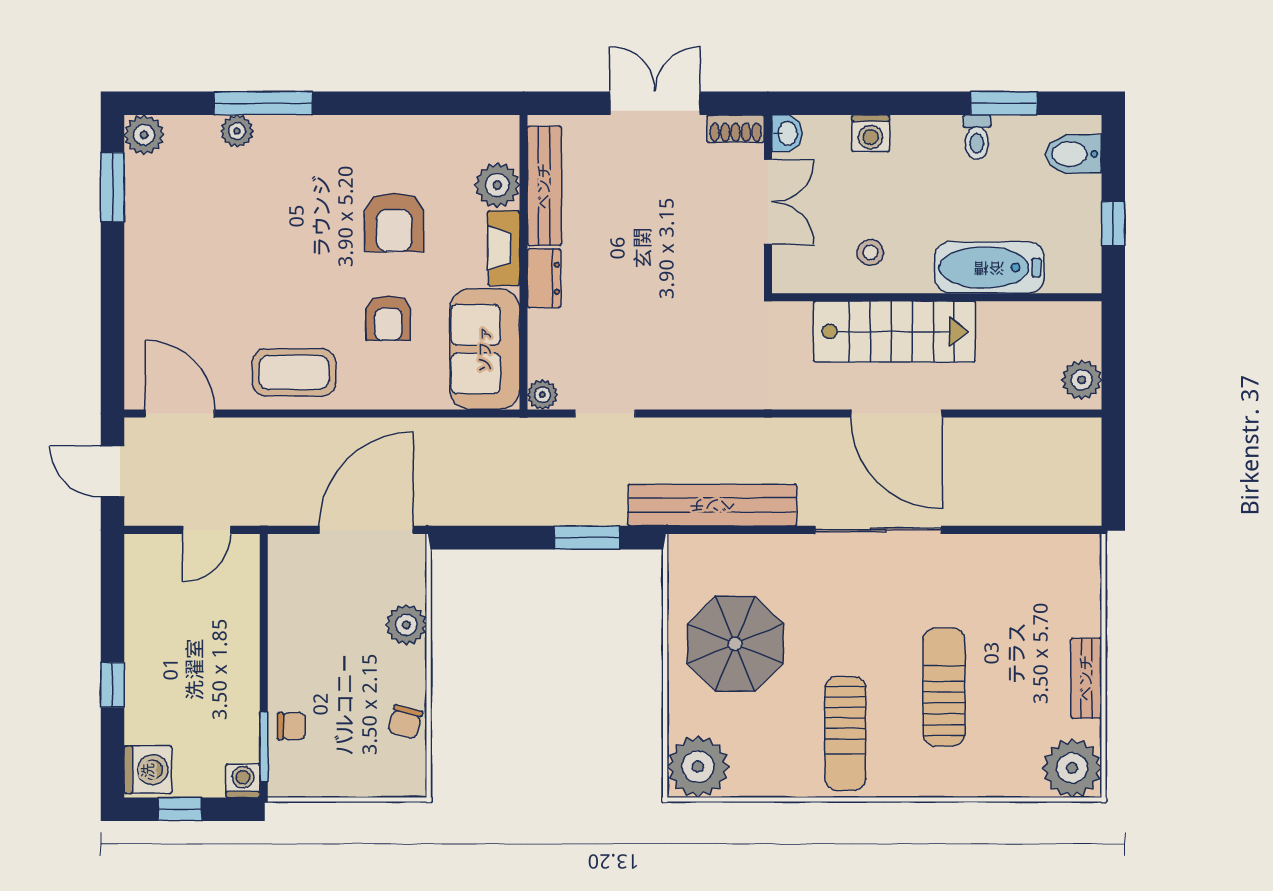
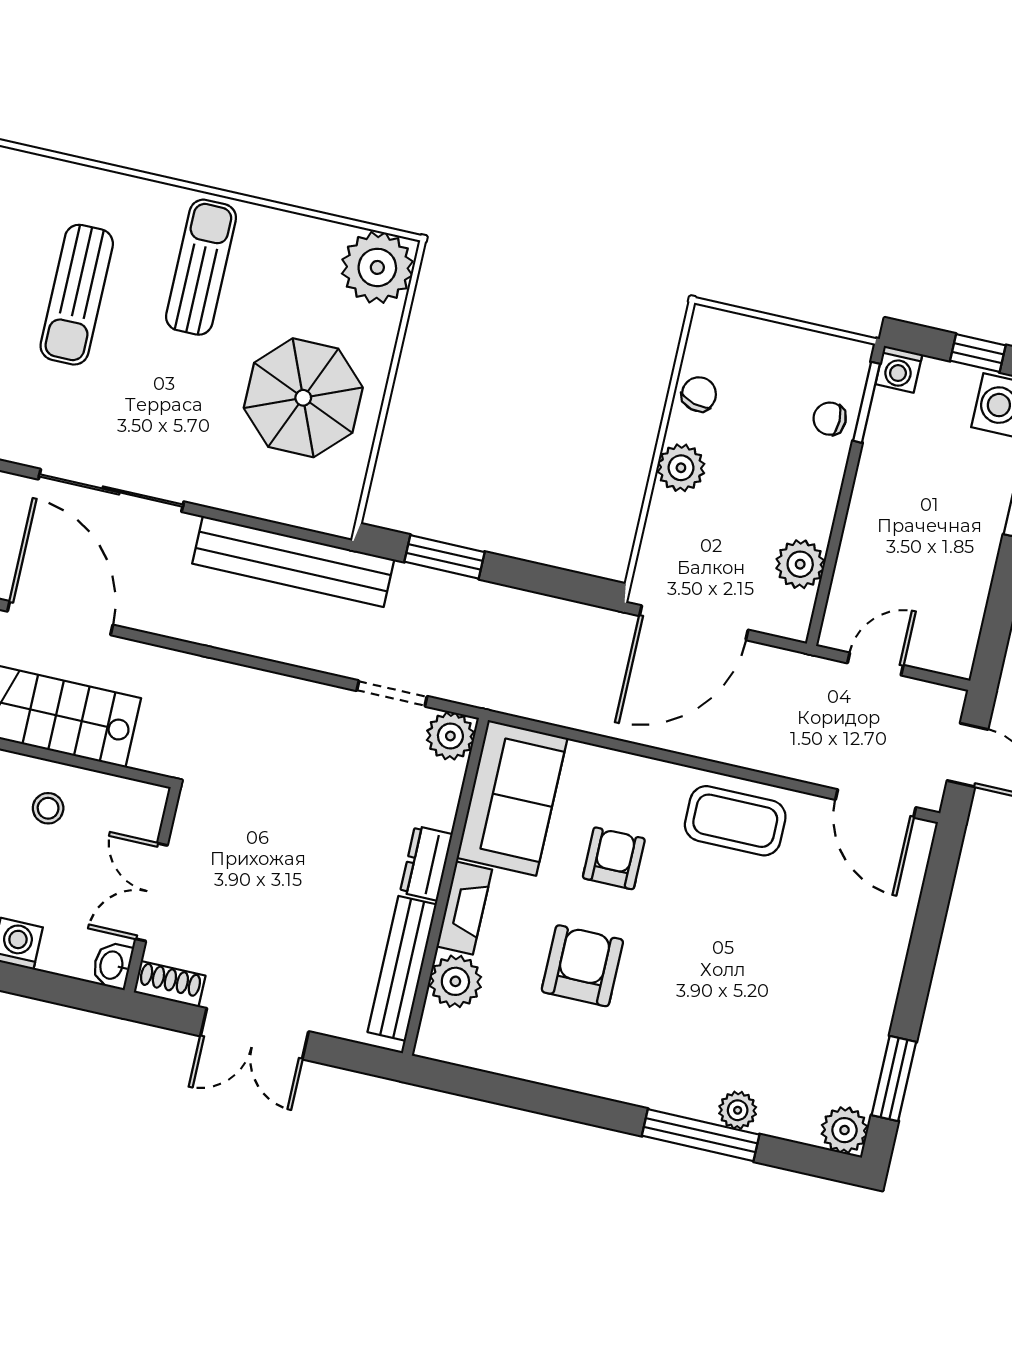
plant: (542, 395) -> (450, 736), width x1.38, depth x1.38
plant: (288, 599) -> (800, 564), added
plant: (406, 625) -> (681, 468), moved

